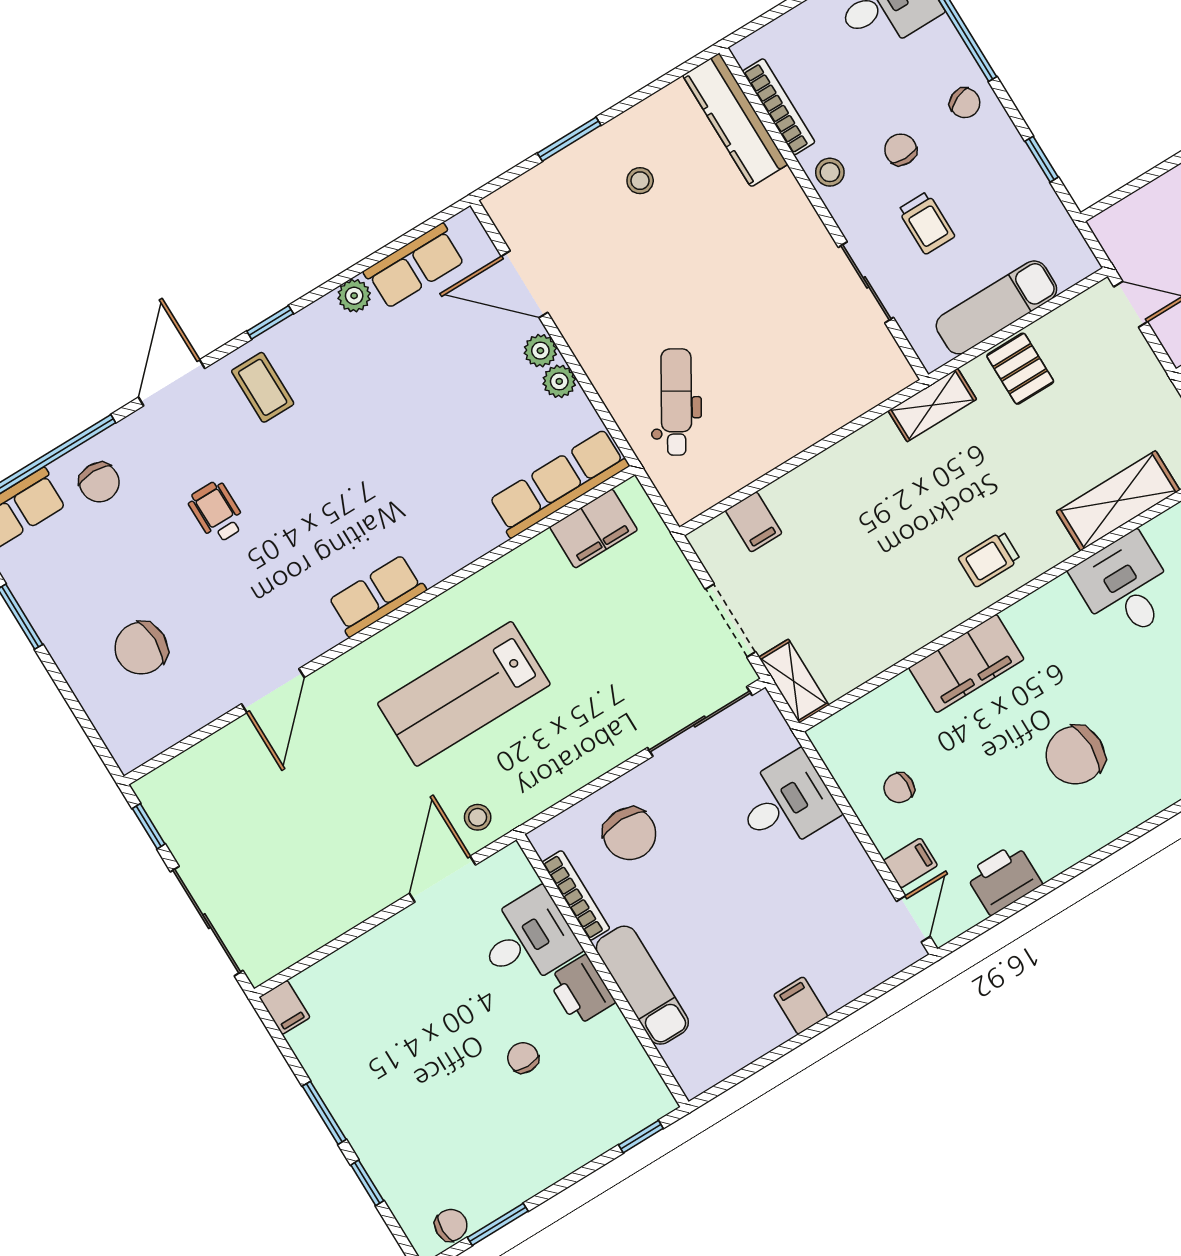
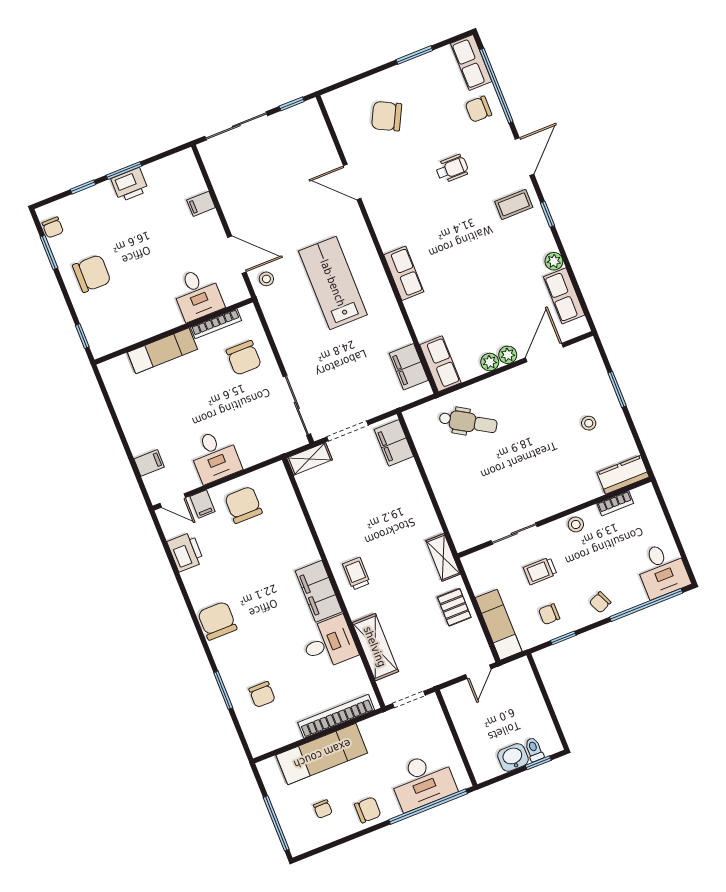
bookcase: (779, 107) -> (615, 503), width x0.64
kitchen counter: (735, 120) -> (623, 475), width x0.67
chair: (901, 150) -> (549, 614), moved, turned 180
exam couch: (996, 307) -> (499, 625), moved
pallet: (1020, 369) -> (454, 607), turned 90
door: (172, 383) -> (524, 157), hinge flipped
row of seats: (559, 483) -> (440, 364), width x0.68
filing cabinet: (754, 522) -> (394, 443), width x2.00
row of seats: (377, 596) -> (404, 273), moved
chair: (141, 648) -> (387, 116), turned -63
filing cabinet: (966, 664) -> (319, 591), moved
chair: (1075, 755) -> (217, 621), moved
chair: (899, 788) -> (243, 505), width x1.87, depth x1.87
desk: (786, 803) -> (215, 456), moved
chair: (630, 834) -> (244, 358), turned -90
printer: (581, 990) -> (130, 185), moved, turned 180
filing cabinet: (801, 1006) -> (149, 463), moved
filing cabinet: (285, 1007) -> (201, 204), moved
chair: (523, 1058) -> (92, 274), moved, width x1.87, depth x1.87

